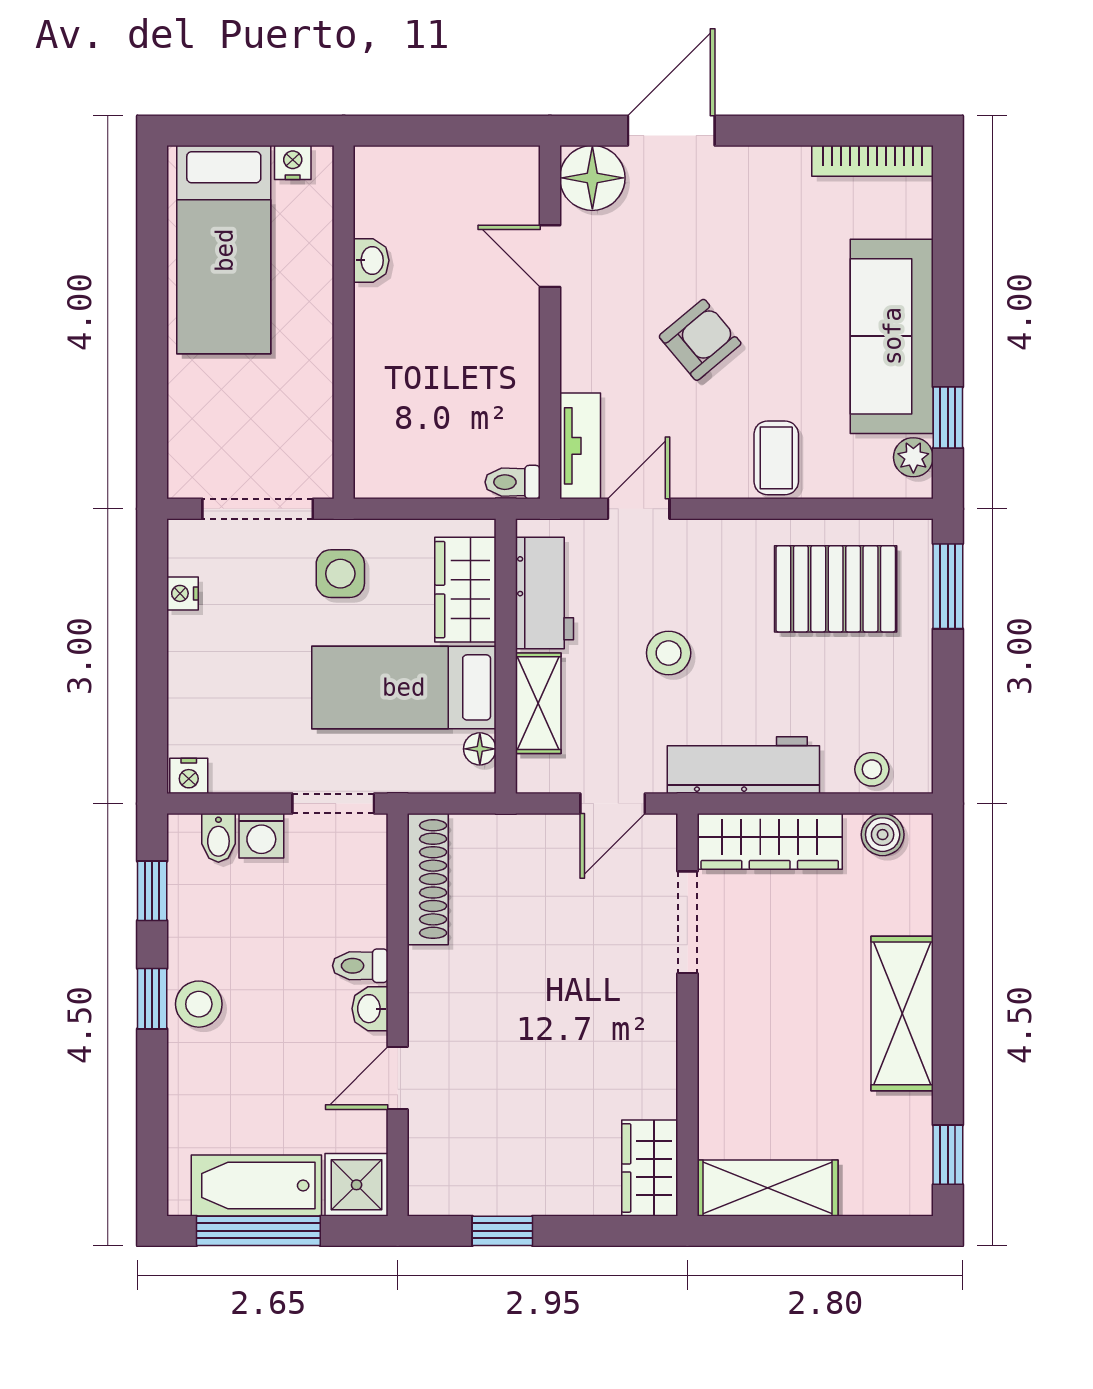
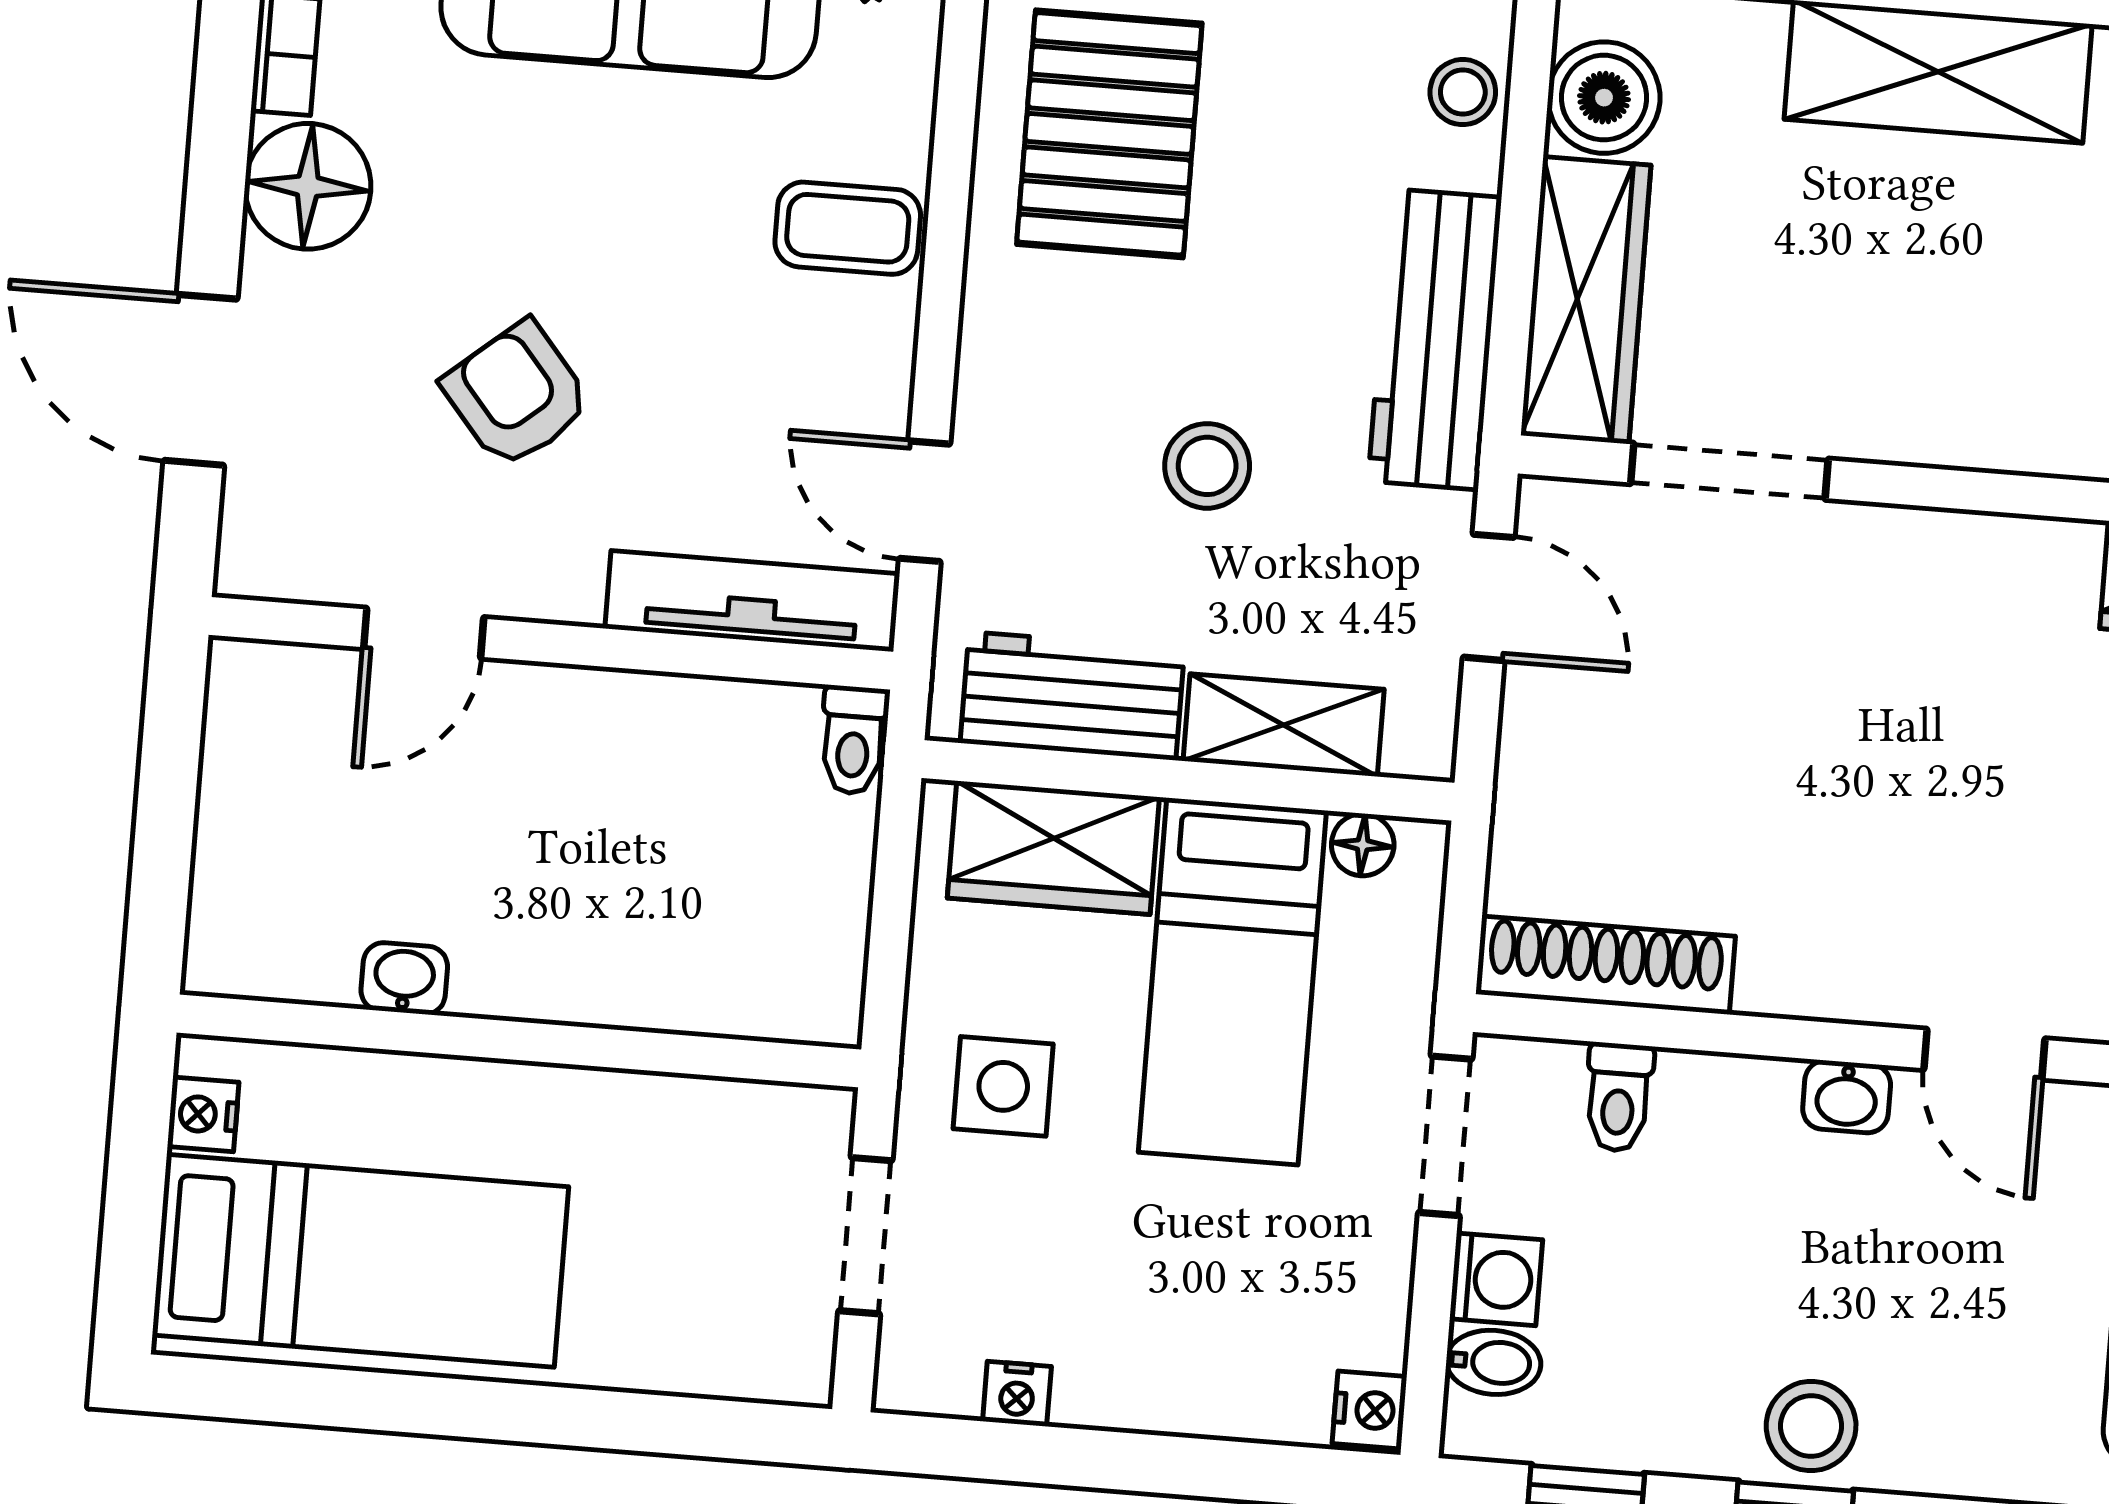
floor lamp: (592, 178) -> (308, 186), moved
armchair: (700, 340) -> (517, 395), moved
tv unit: (580, 446) -> (752, 601), width x1.41
doorway: (258, 509) -> (865, 1236), width x0.73
boiler: (883, 835) -> (1604, 98), width x1.36, depth x1.36
toilet: (360, 966) -> (1619, 1097), moved

